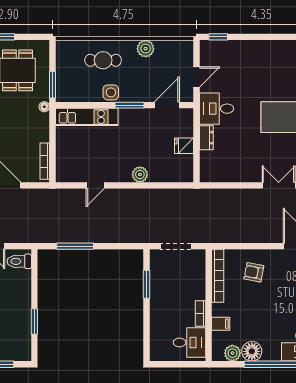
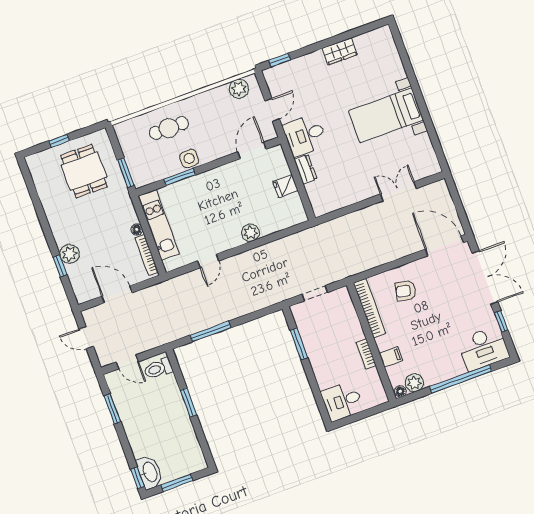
wardrobe: (272, 48) -> (340, 51), added
plant: (146, 49) -> (239, 89), moved
window: (130, 105) -> (180, 177), moved
floor lamp: (44, 107) -> (137, 229), moved
kitchen unit: (87, 117) -> (159, 225), moved, turned -90
doorway: (176, 246) -> (315, 293), width x0.73
window: (34, 322) -> (188, 402), moved
desk: (189, 342) -> (342, 401), moved, turned 180
floor lamp: (252, 351) -> (400, 391), moved, width x0.53, depth x0.53

